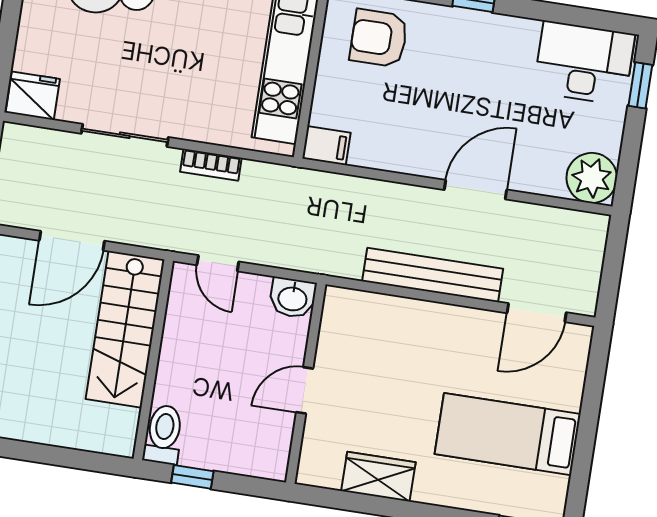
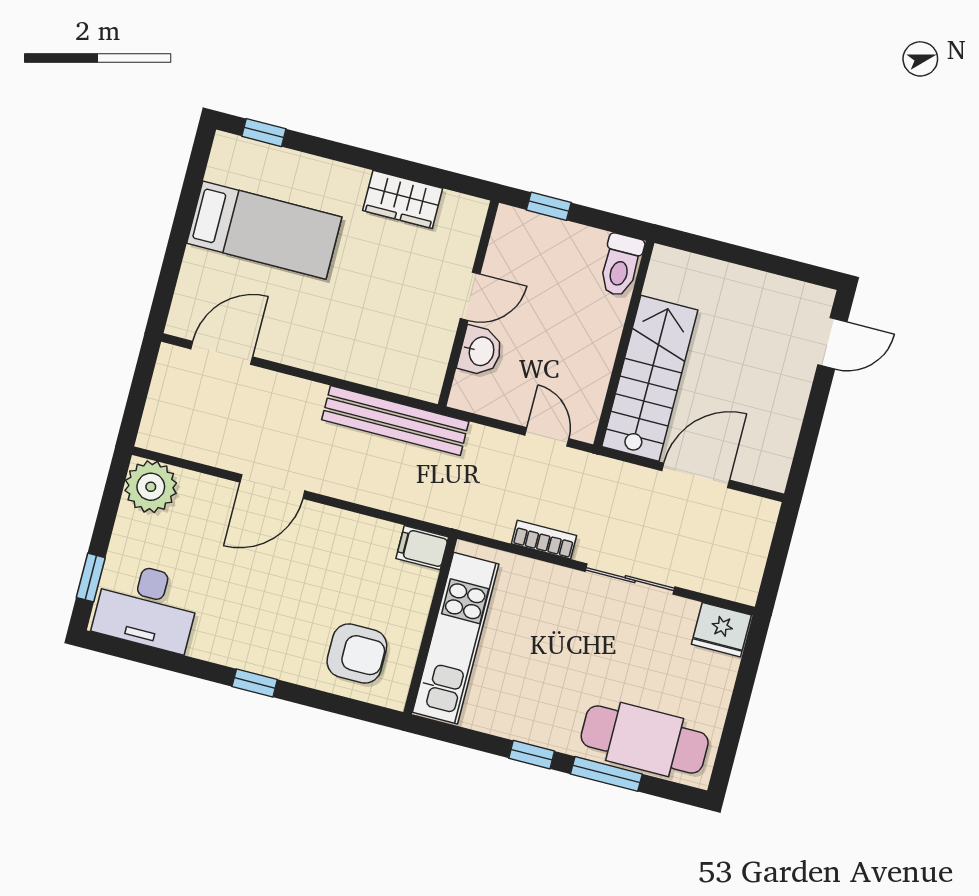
bench: (433, 275) -> (395, 421), moved
washbasin: (293, 298) -> (480, 351), moved, turned 90
window: (192, 477) -> (549, 206), moved

